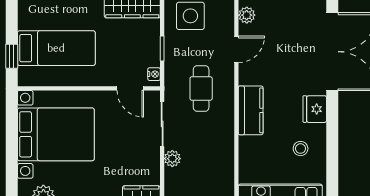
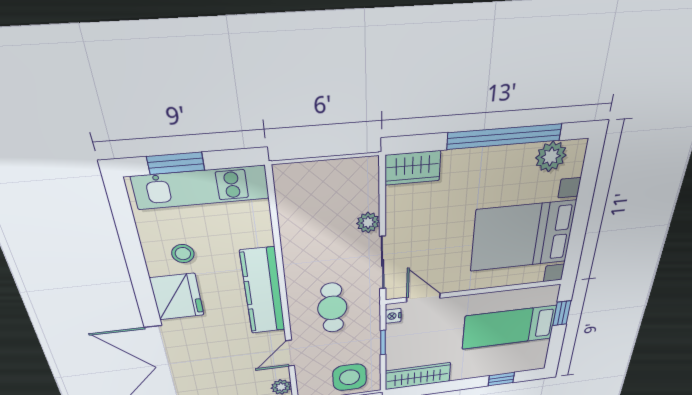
fridge: (315, 109) -> (177, 297), width x1.36, depth x1.34
kitchen counter: (251, 110) -> (263, 291), width x1.50

